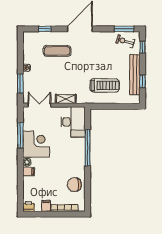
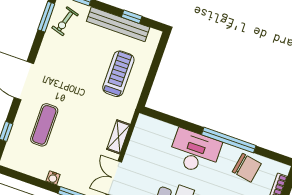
desk: (73, 122) -> (195, 152), moved
window: (87, 148) -> (229, 140), moved
chair: (74, 185) -> (247, 168), turned -80

